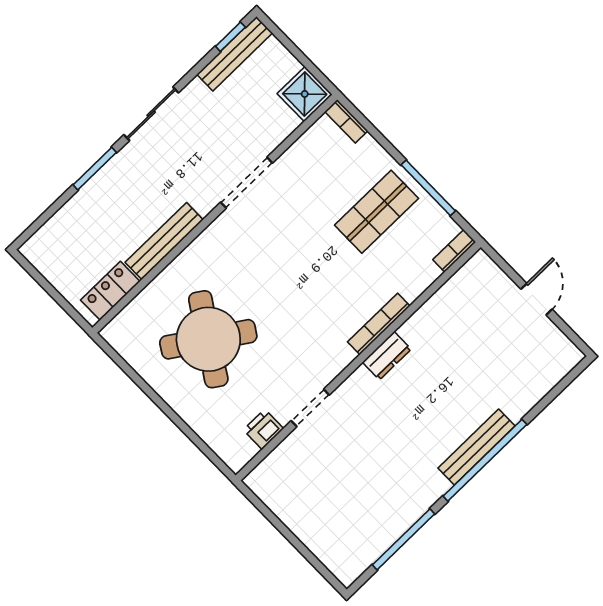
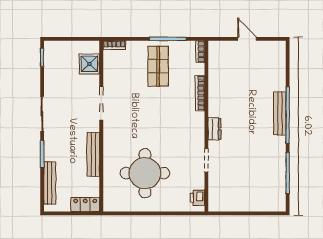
bench: (235, 54) -> (50, 183), moved
shower: (305, 94) -> (89, 64), moved
locker: (110, 291) -> (85, 204), moved, turned 90
bookcase: (379, 324) -> (200, 93), moved
round table: (208, 339) -> (145, 173), turned -33
dresser: (387, 356) -> (214, 129), moved
printer: (263, 429) -> (197, 198), moved

